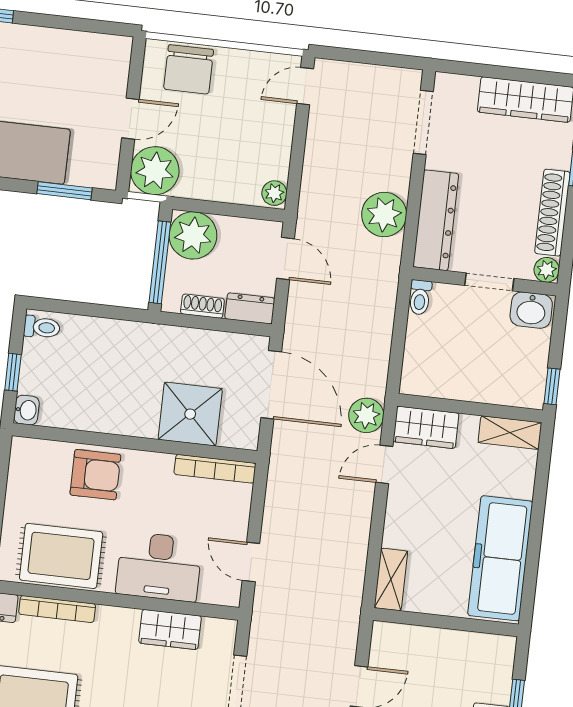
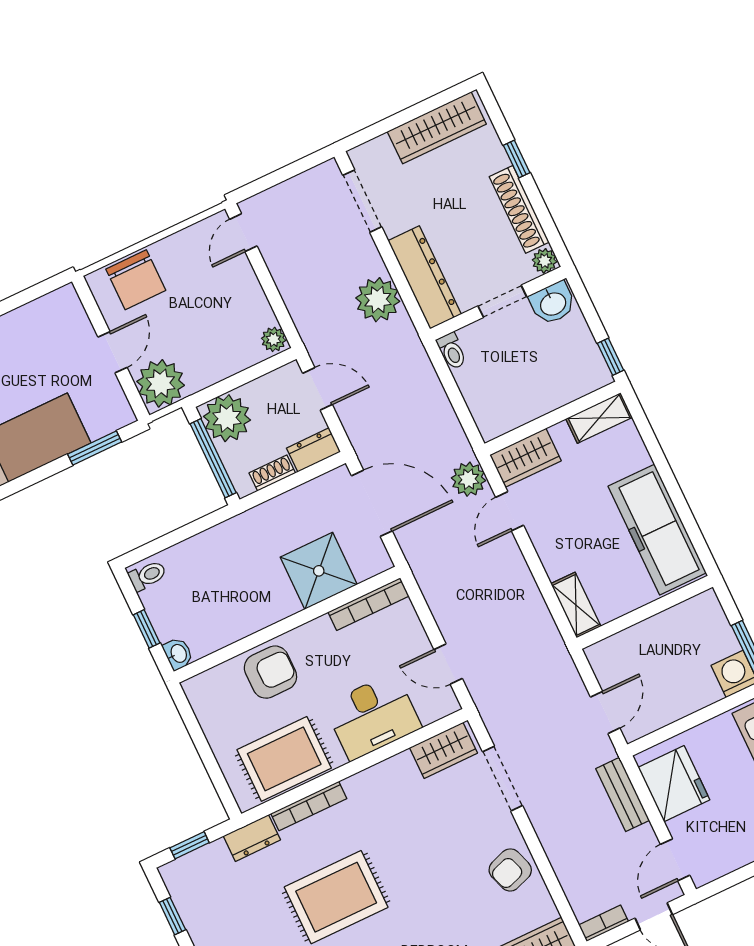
wardrobe: (170, 629) -> (443, 750), moved

